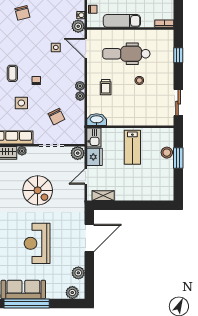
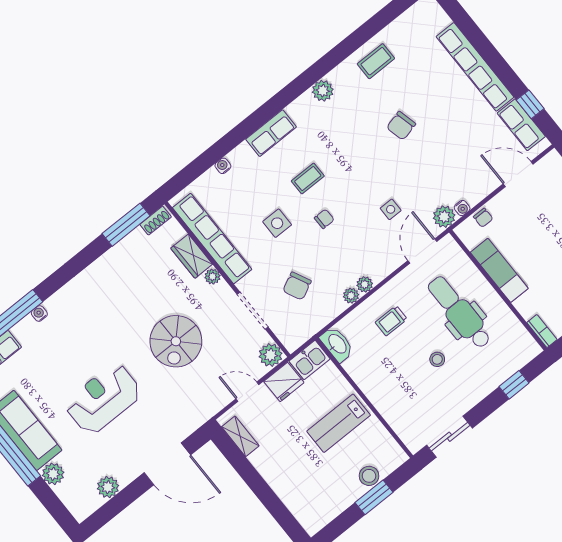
plant: (72, 293) -> (53, 474), moved

